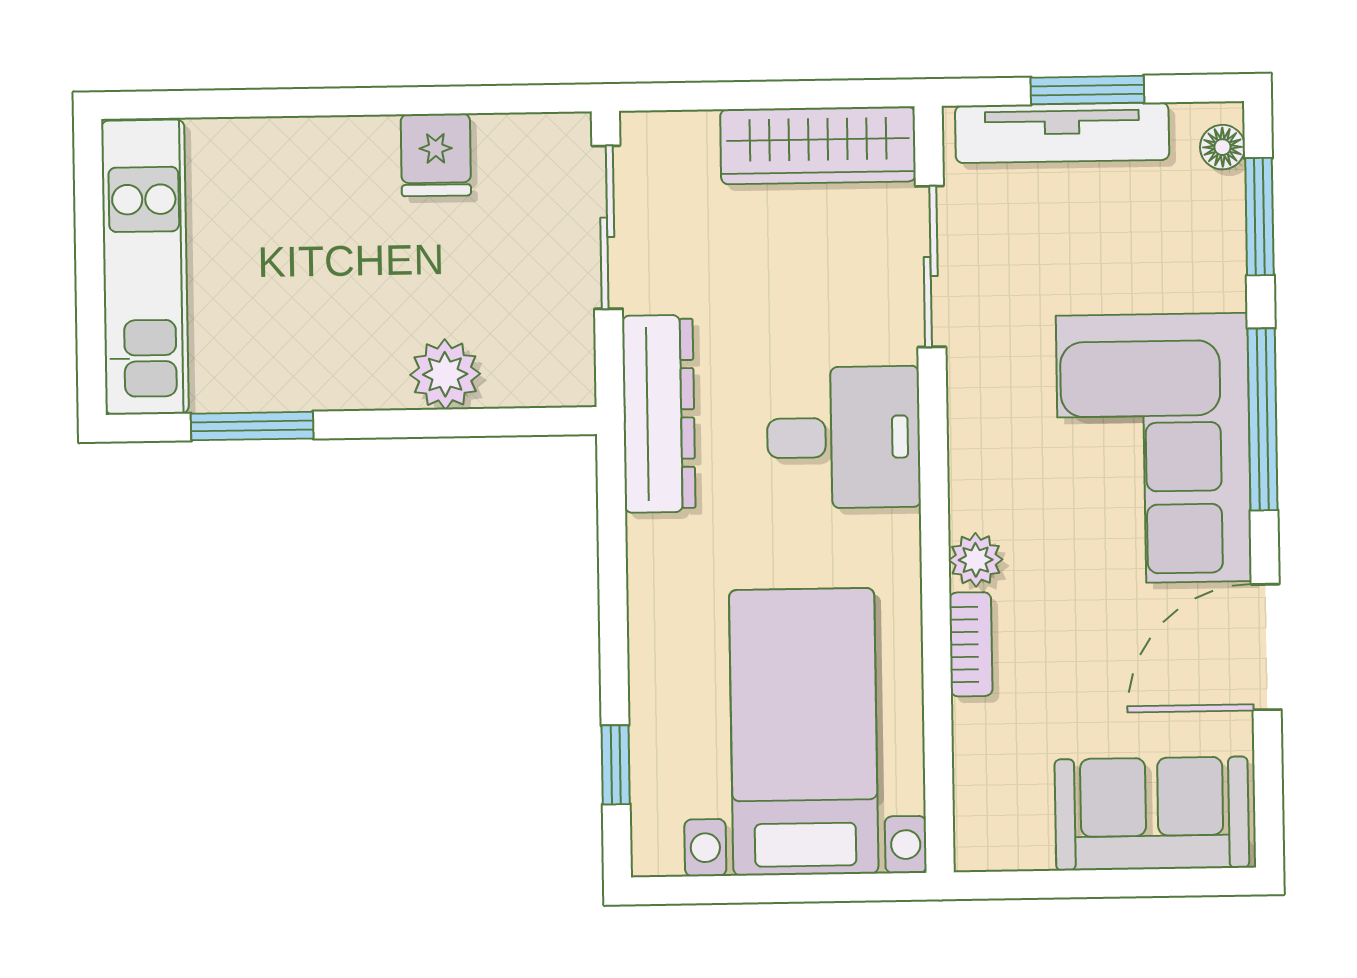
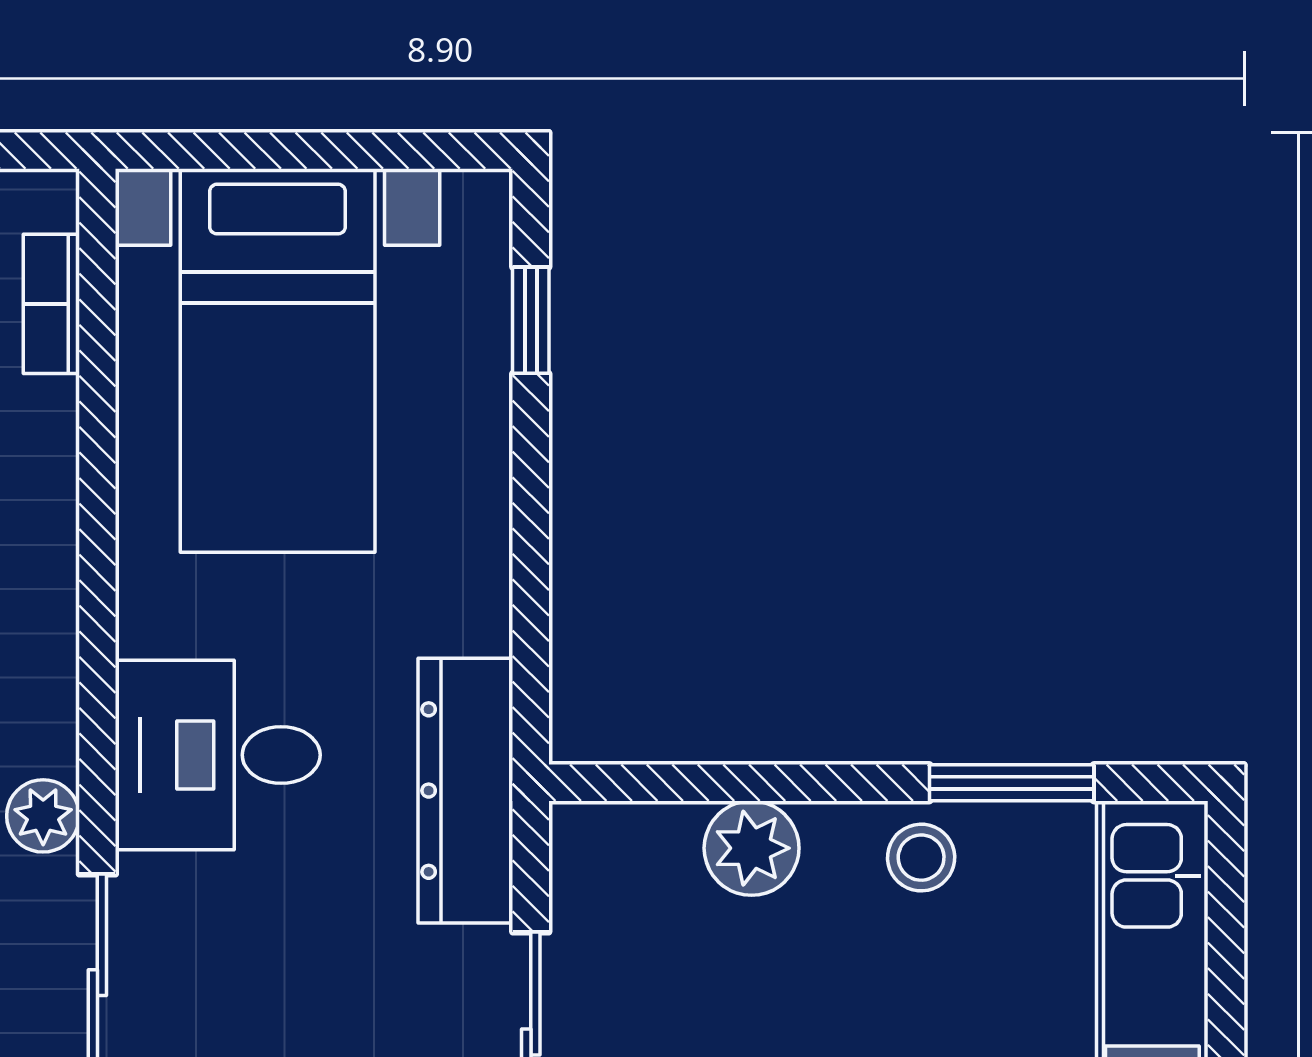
stool: (319, 369) -> (921, 858), added
plant: (976, 560) -> (43, 816), moved
bookcase: (971, 644) -> (51, 304), moved

